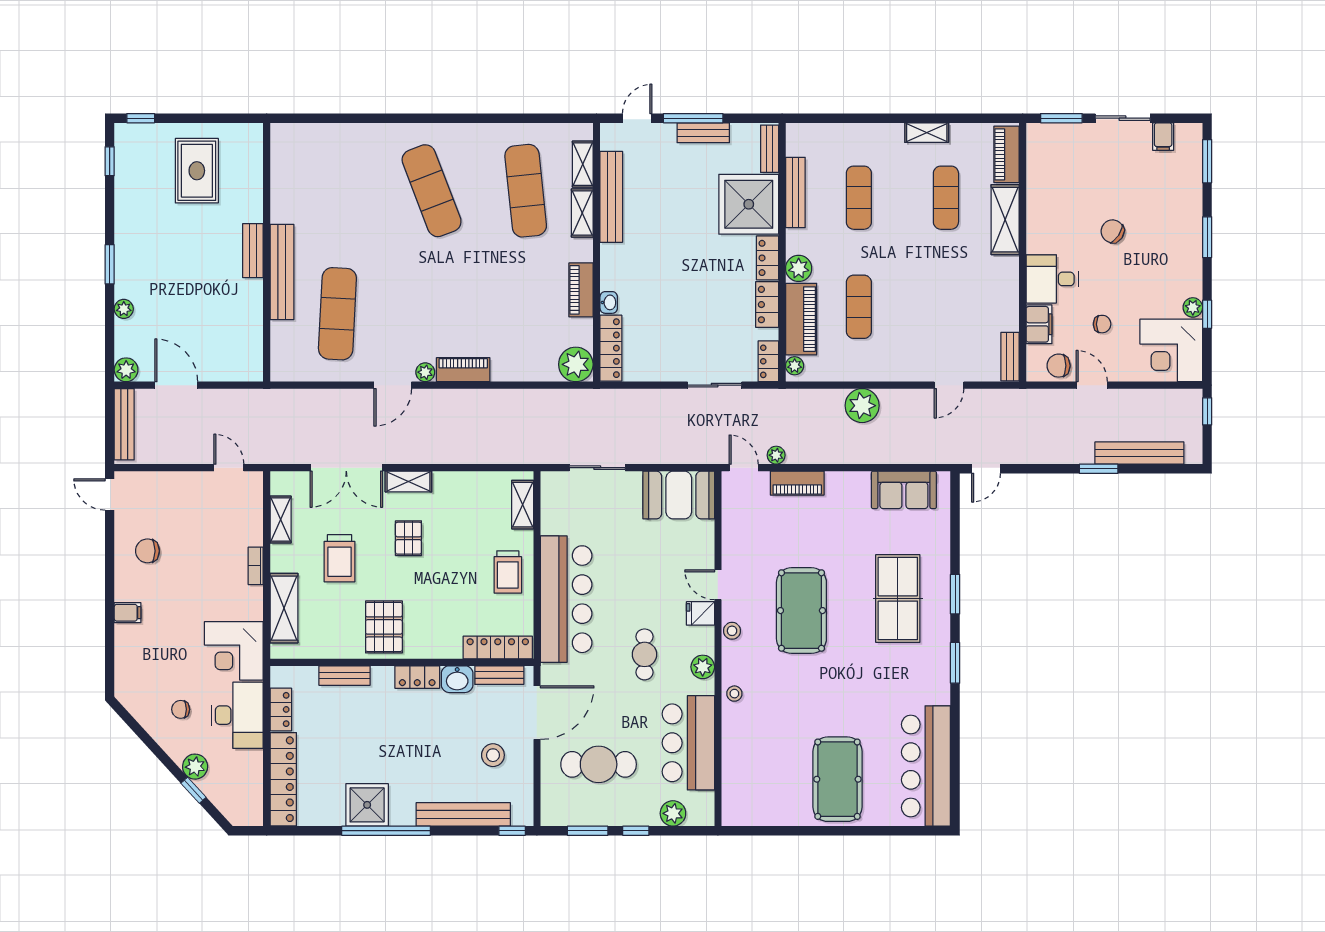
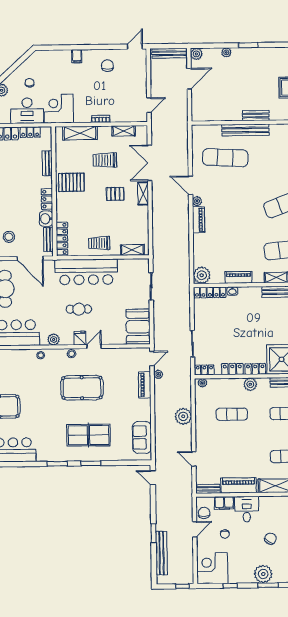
plant: (1193, 307) -> (263, 574), moved, width x1.88, depth x1.88
piano: (801, 319) -> (239, 485), moved, turned 180
cafe table: (645, 654) -> (79, 309), moved

